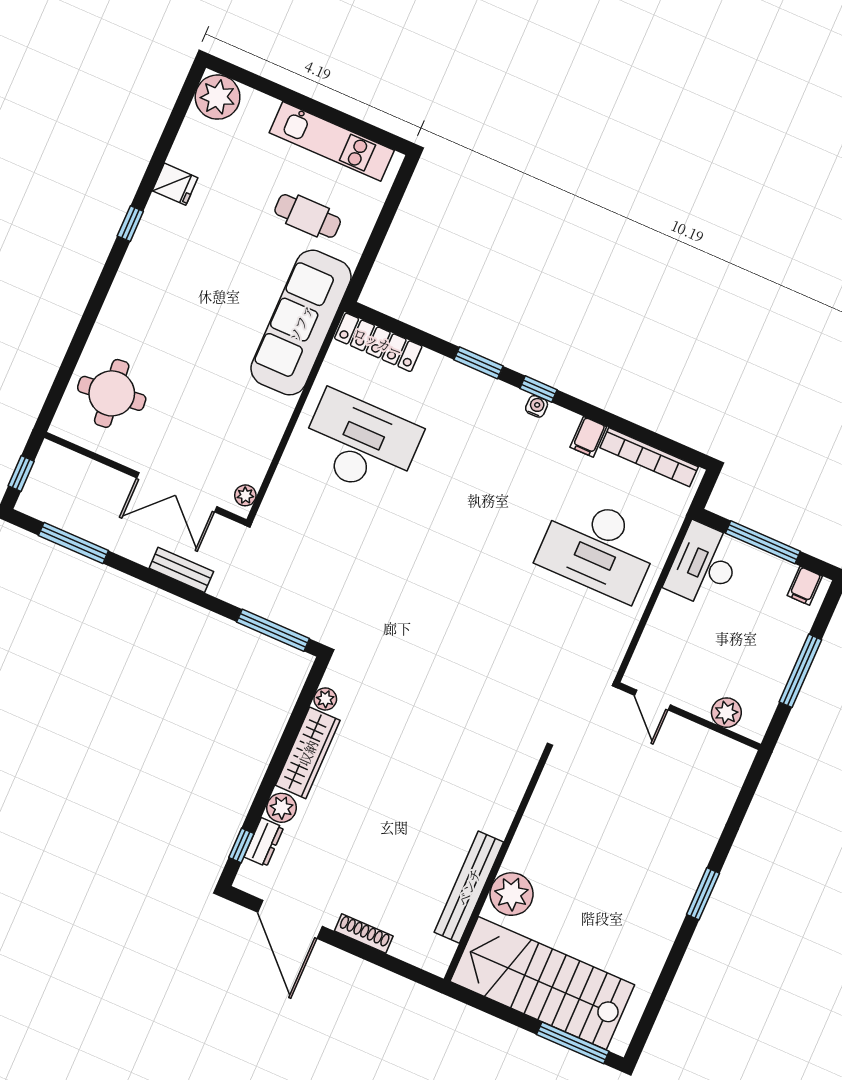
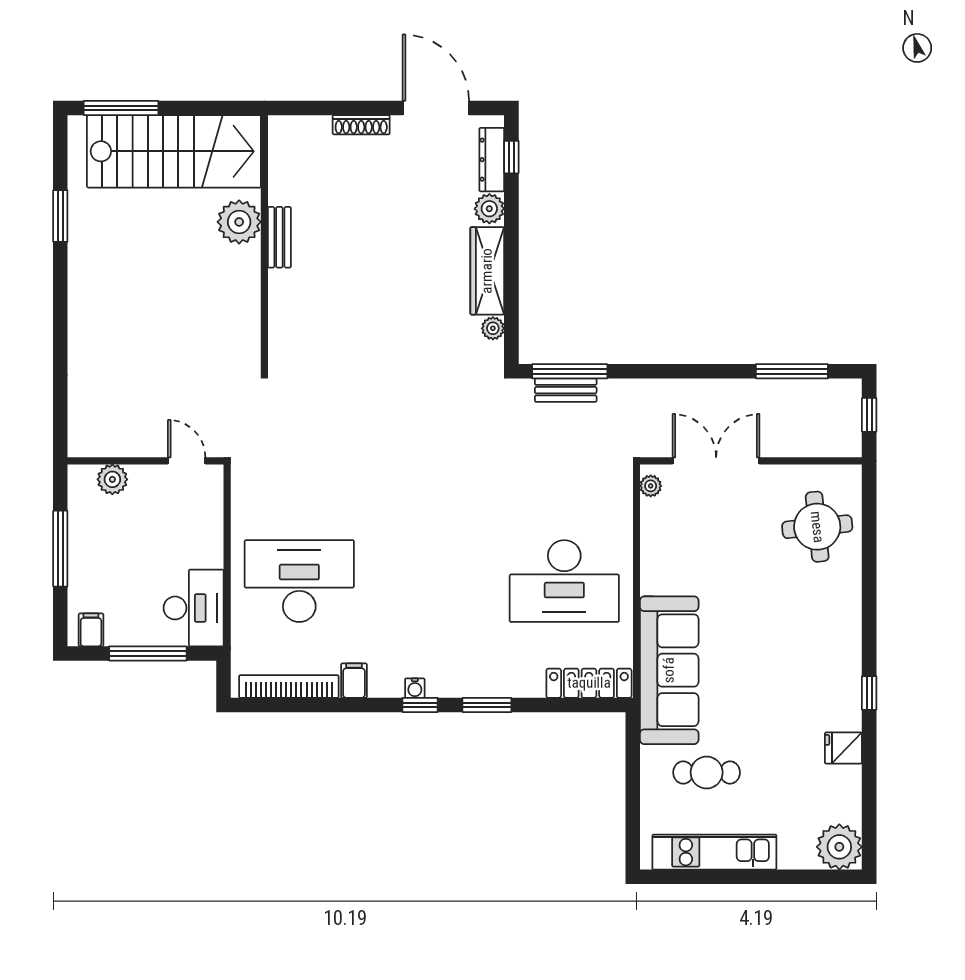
bench: (181, 570) -> (566, 390), moved
dresser: (264, 842) -> (492, 160), width x1.44
bench: (469, 887) -> (279, 237), width x0.54, depth x0.82
window: (703, 894) -> (60, 216), moved

